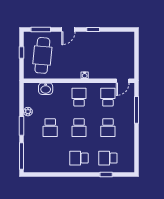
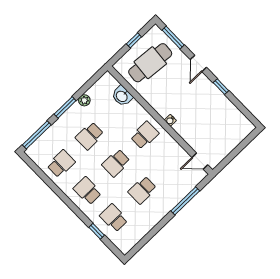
door: (68, 30) -> (198, 63), hinge flipped
school desk: (108, 97) -> (61, 164), moved

